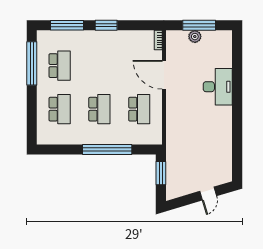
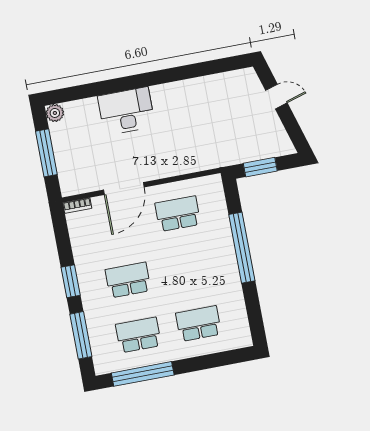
plant: (195, 37) -> (55, 113), moved
school desk: (99, 109) -> (128, 280), moved

